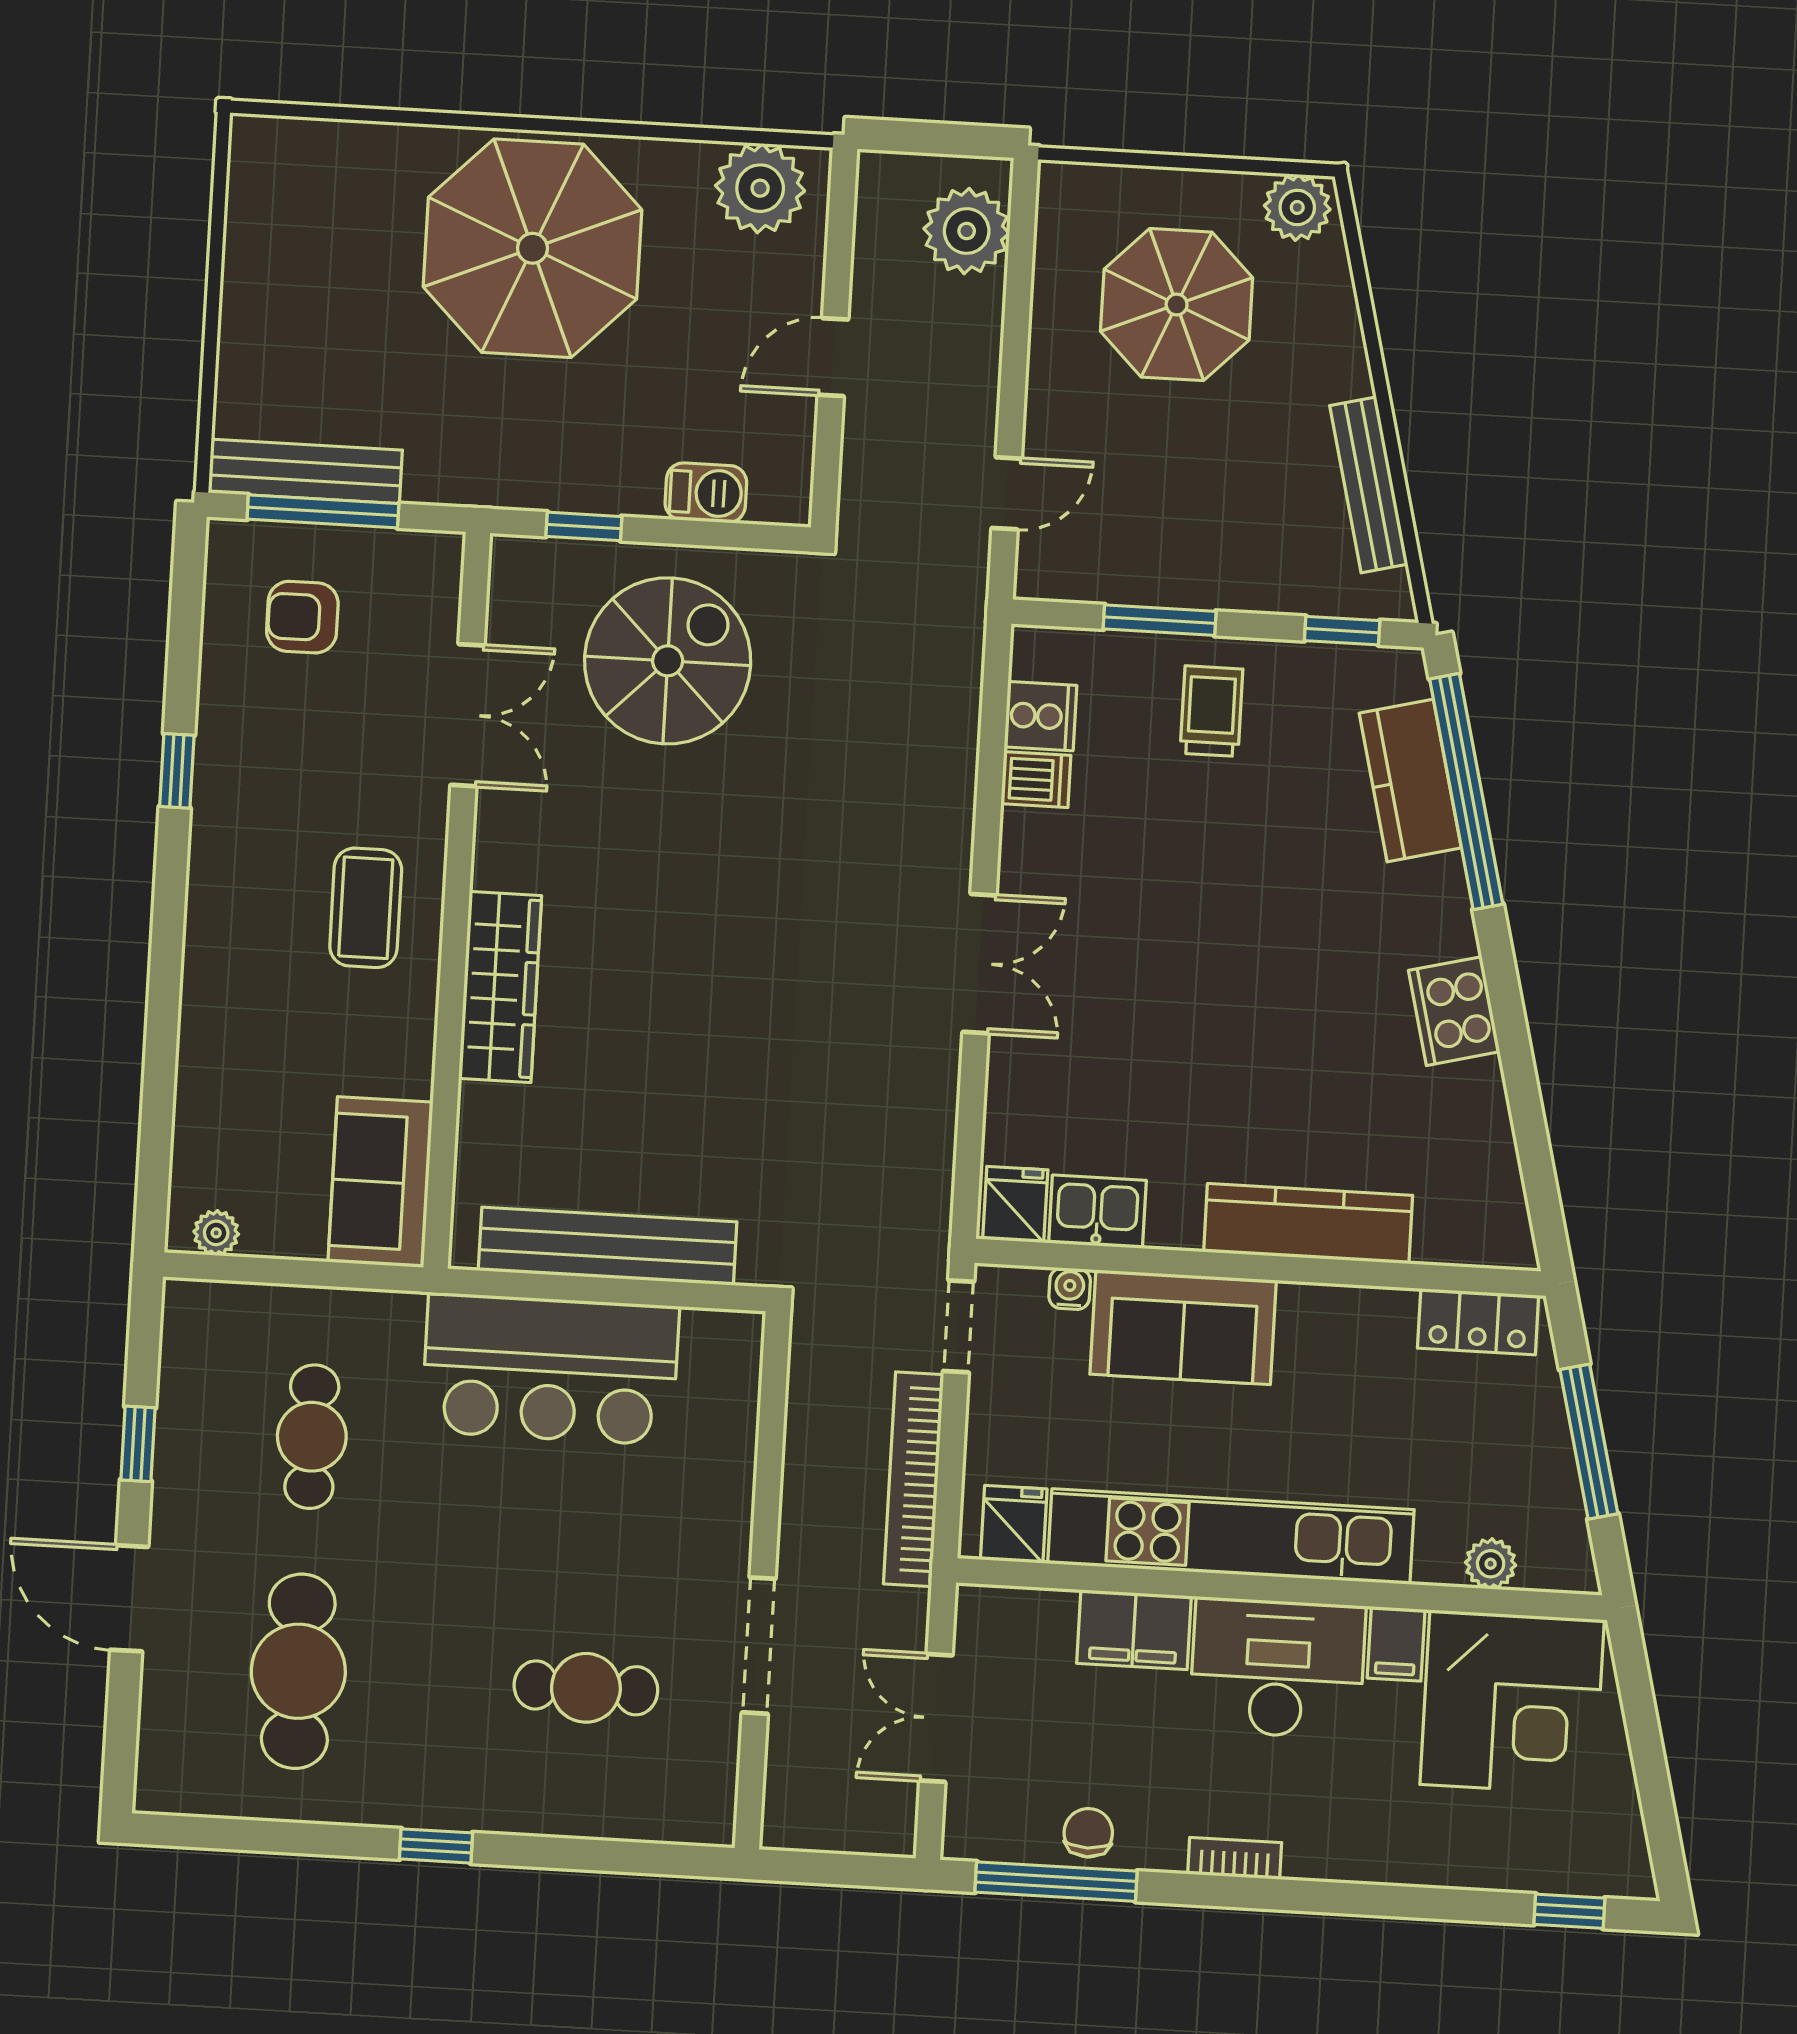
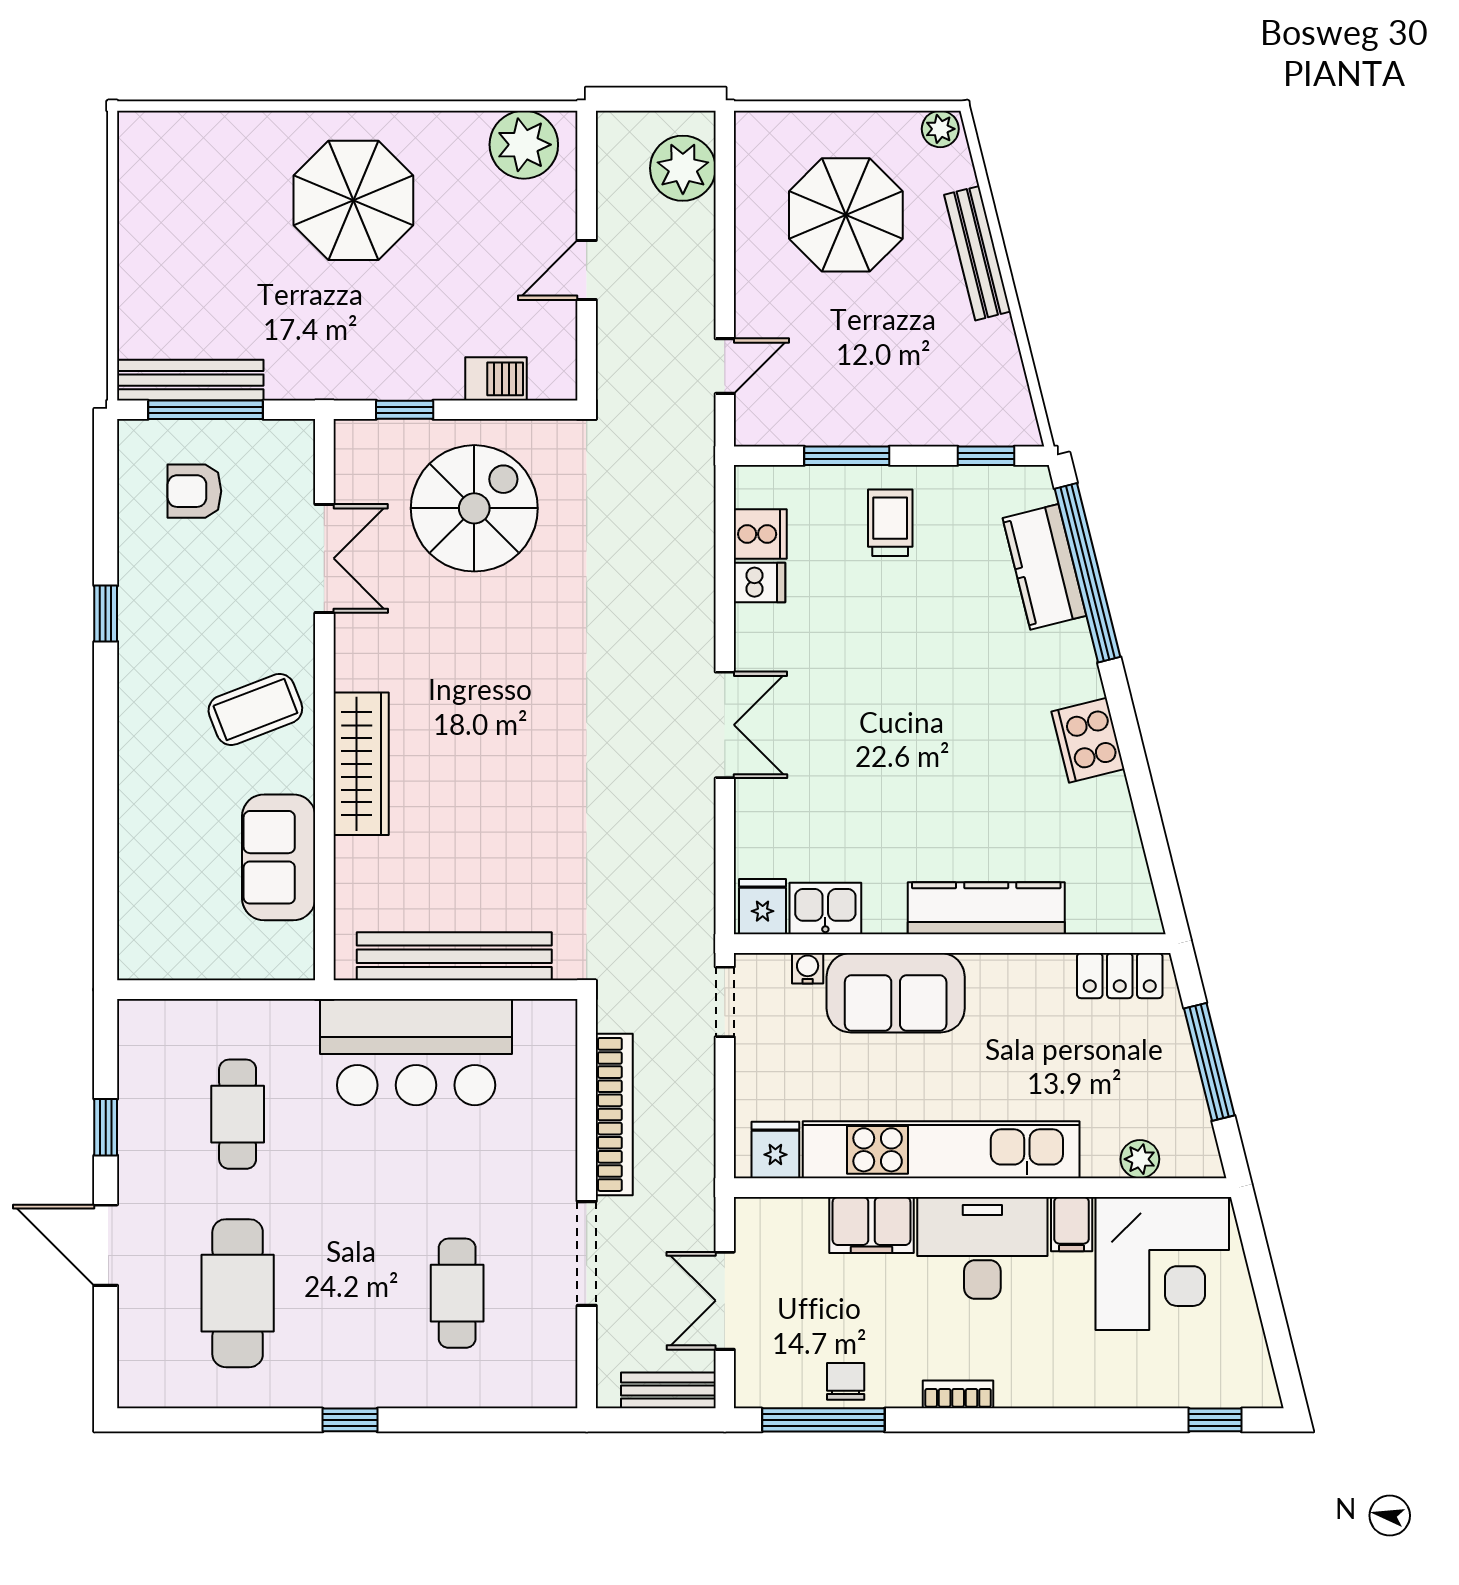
plant: (1297, 207) -> (940, 129), width x0.73, depth x0.73
parasol: (533, 248) -> (353, 200), width x0.73, depth x0.73
bench: (1369, 485) -> (977, 253), moved
coffee table: (366, 908) -> (255, 709), turned 69
sofa: (380, 1182) -> (279, 857), moved
plant: (216, 1233) -> (156, 963), removed
bookcase: (914, 1479) -> (614, 1114), moved, turned 180
cafe table: (586, 1688) -> (457, 1293), turned 90
bench: (855, 1831) -> (668, 1390), added

